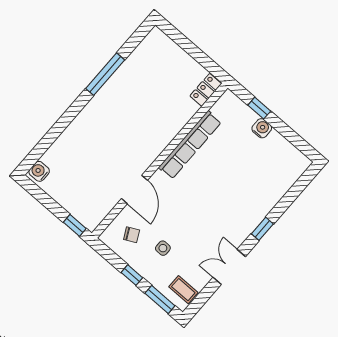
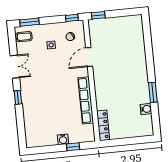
window: (105, 74) -> (153, 92), width x0.69
locker: (206, 90) -> (103, 125), width x1.53
water cooler: (39, 171) -> (146, 109), moved
door: (135, 189) -> (89, 57), hinge flipped
window: (132, 275) -> (72, 18), moved

